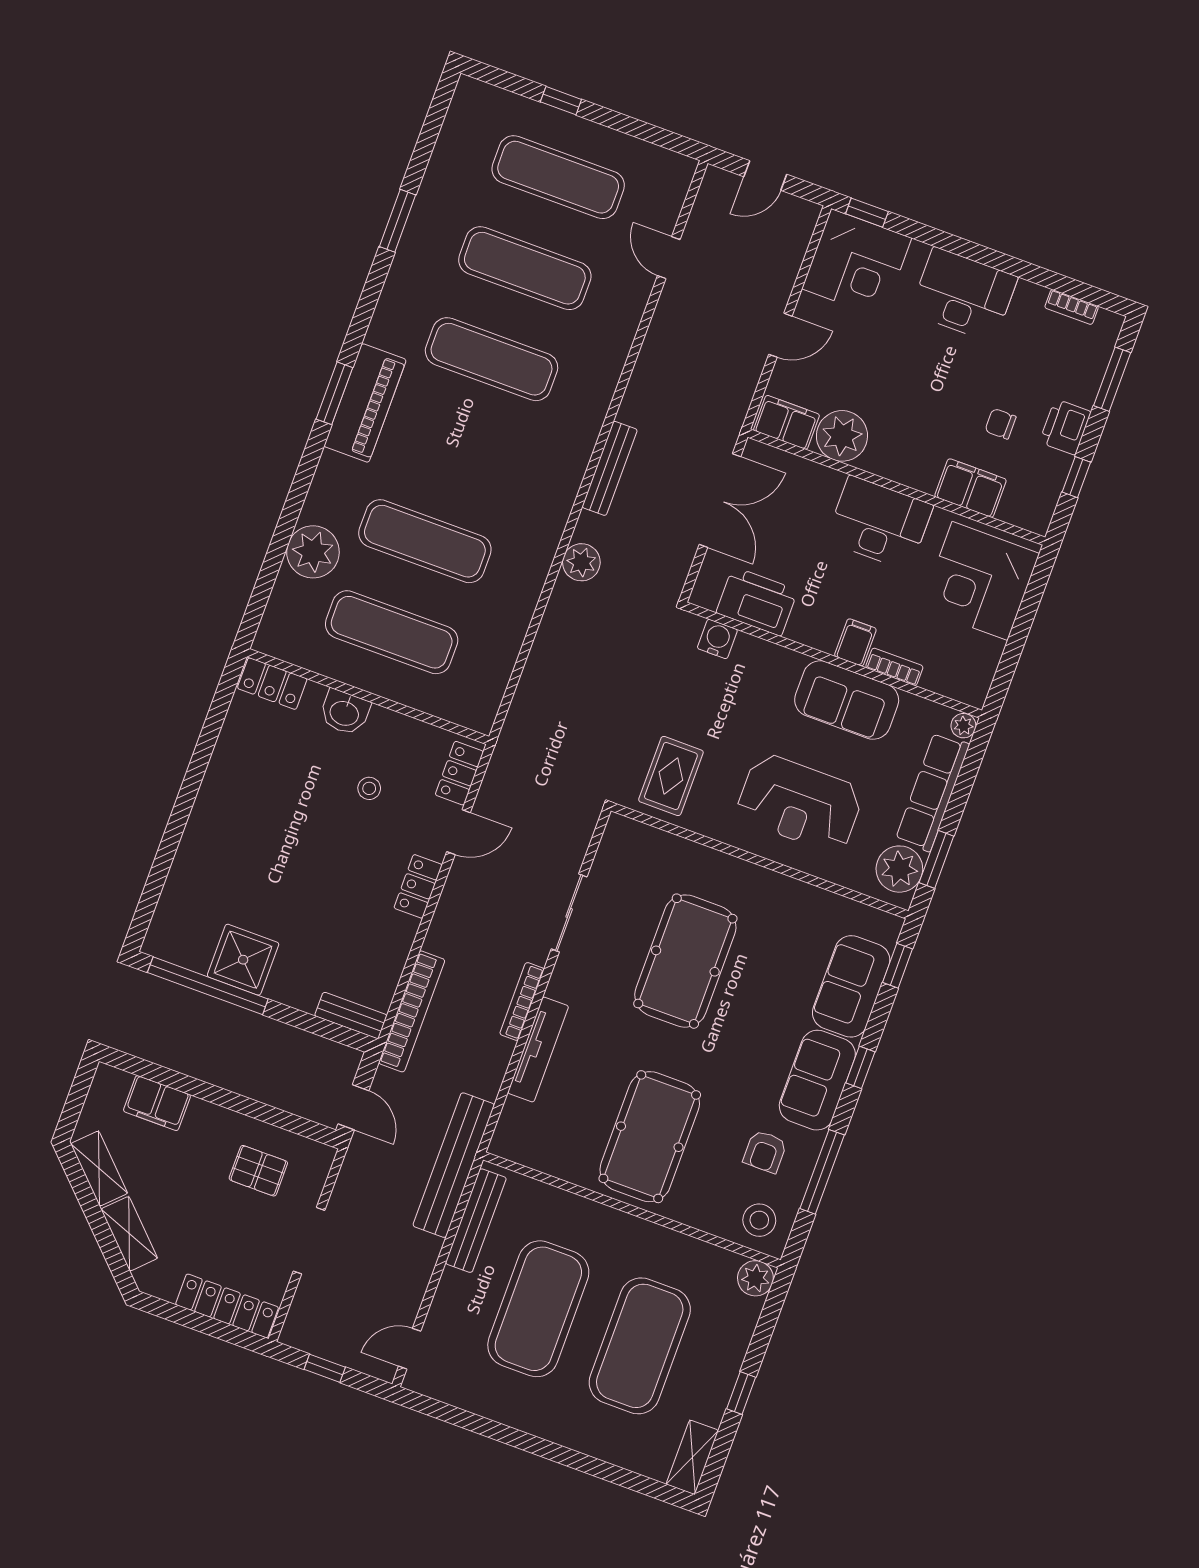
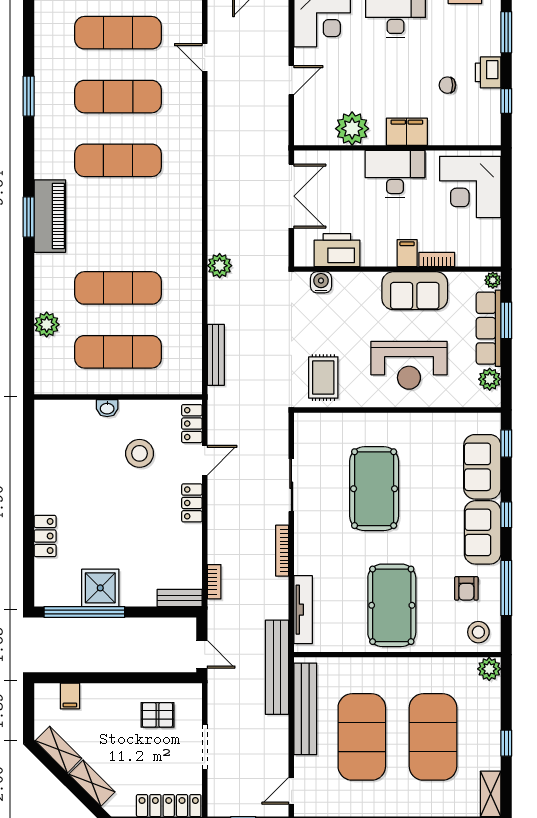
filing cabinet: (787, 422) -> (315, 133), removed
bench: (610, 468) -> (216, 355), moved
filing cabinet: (971, 488) -> (407, 132), moved
plant: (313, 552) -> (47, 325), width x0.73, depth x0.73
locker: (272, 684) -> (45, 536), moved, turned -90
washbasin: (345, 712) -> (107, 408), width x0.72, depth x0.69
stool: (369, 788) -> (140, 453), width x1.89, depth x1.89
window: (936, 859) -> (506, 320), moved
plant: (899, 869) -> (490, 379), width x0.73, depth x0.73
bookcase: (412, 1011) -> (214, 582), width x0.43, depth x0.76
tv unit: (538, 1050) -> (303, 610), moved
filing cabinet: (157, 1103) -> (70, 696), width x0.50
bench: (476, 1221) -> (305, 709), width x1.37, depth x1.21

